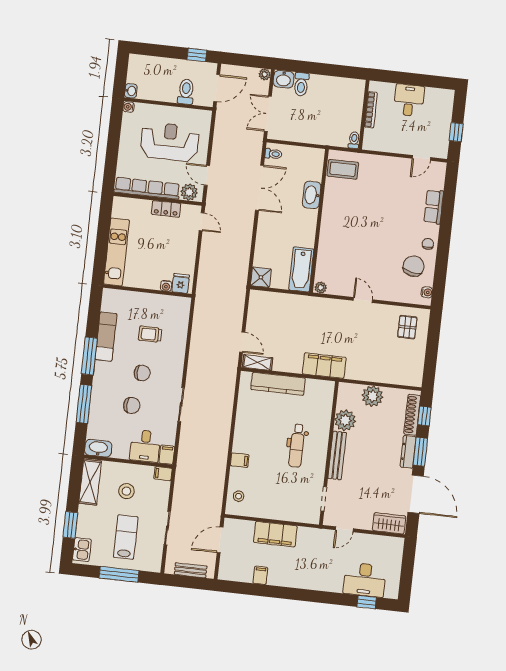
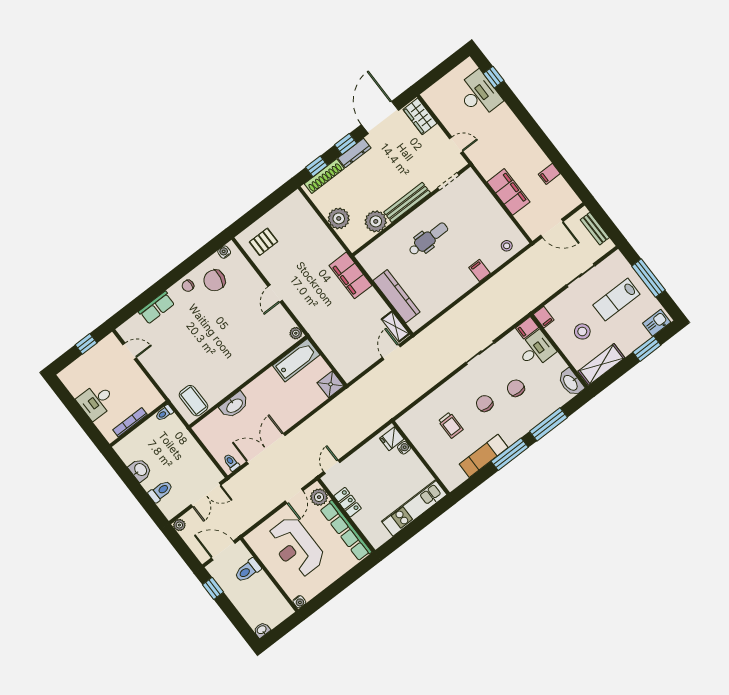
washbasin: (284, 79) -> (140, 470), moved
washbasin: (131, 91) -> (262, 630), moved
window: (420, 452) -> (346, 144), width x0.67

